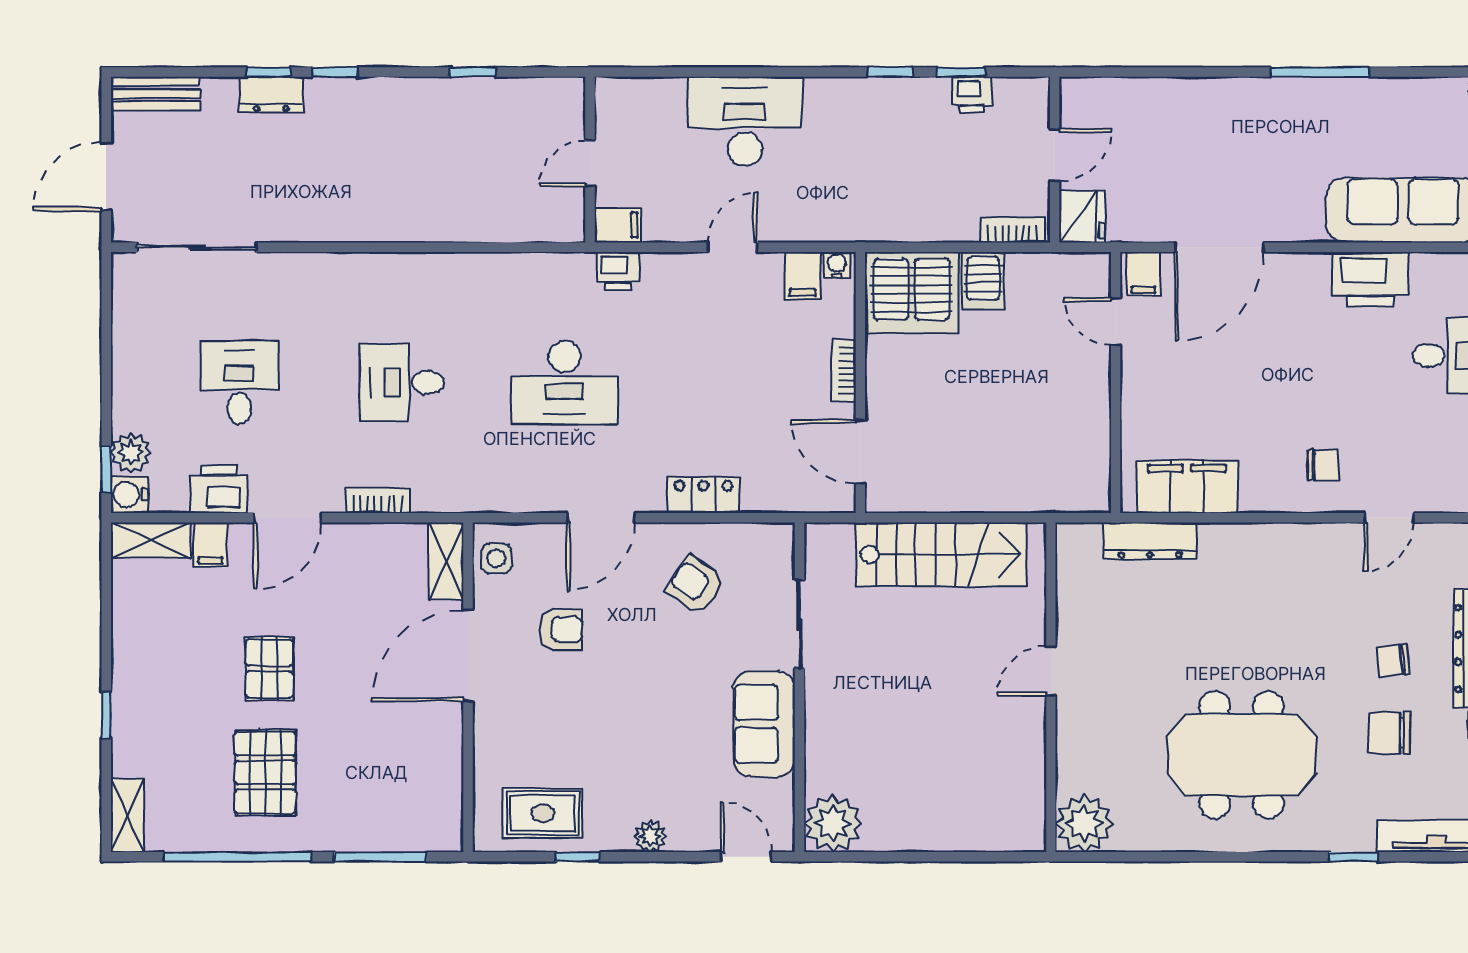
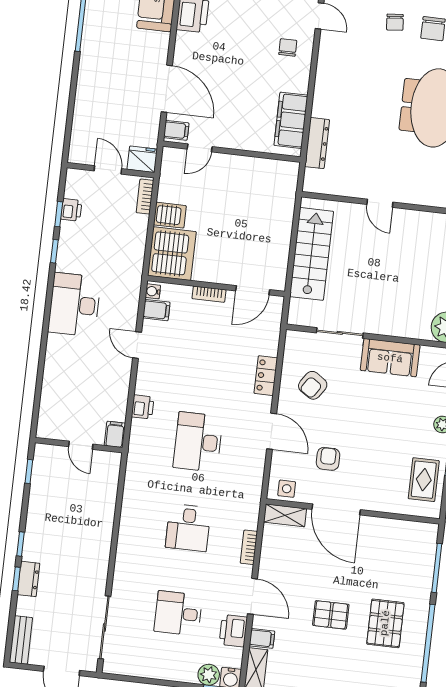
desk: (745, 121) -> (75, 305), moved
wall: (590, 160) -> (79, 445), moved
door: (590, 164) -> (81, 445), moved
filing cabinet: (618, 225) -> (115, 434), moved
desk: (565, 382) -> (198, 442), turned 180
pallet: (265, 773) -> (385, 623), turned 90

